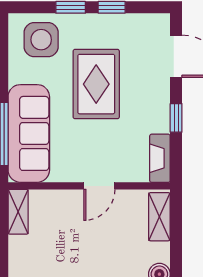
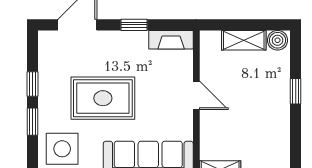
shelving: (159, 217) -> (244, 40), moved

